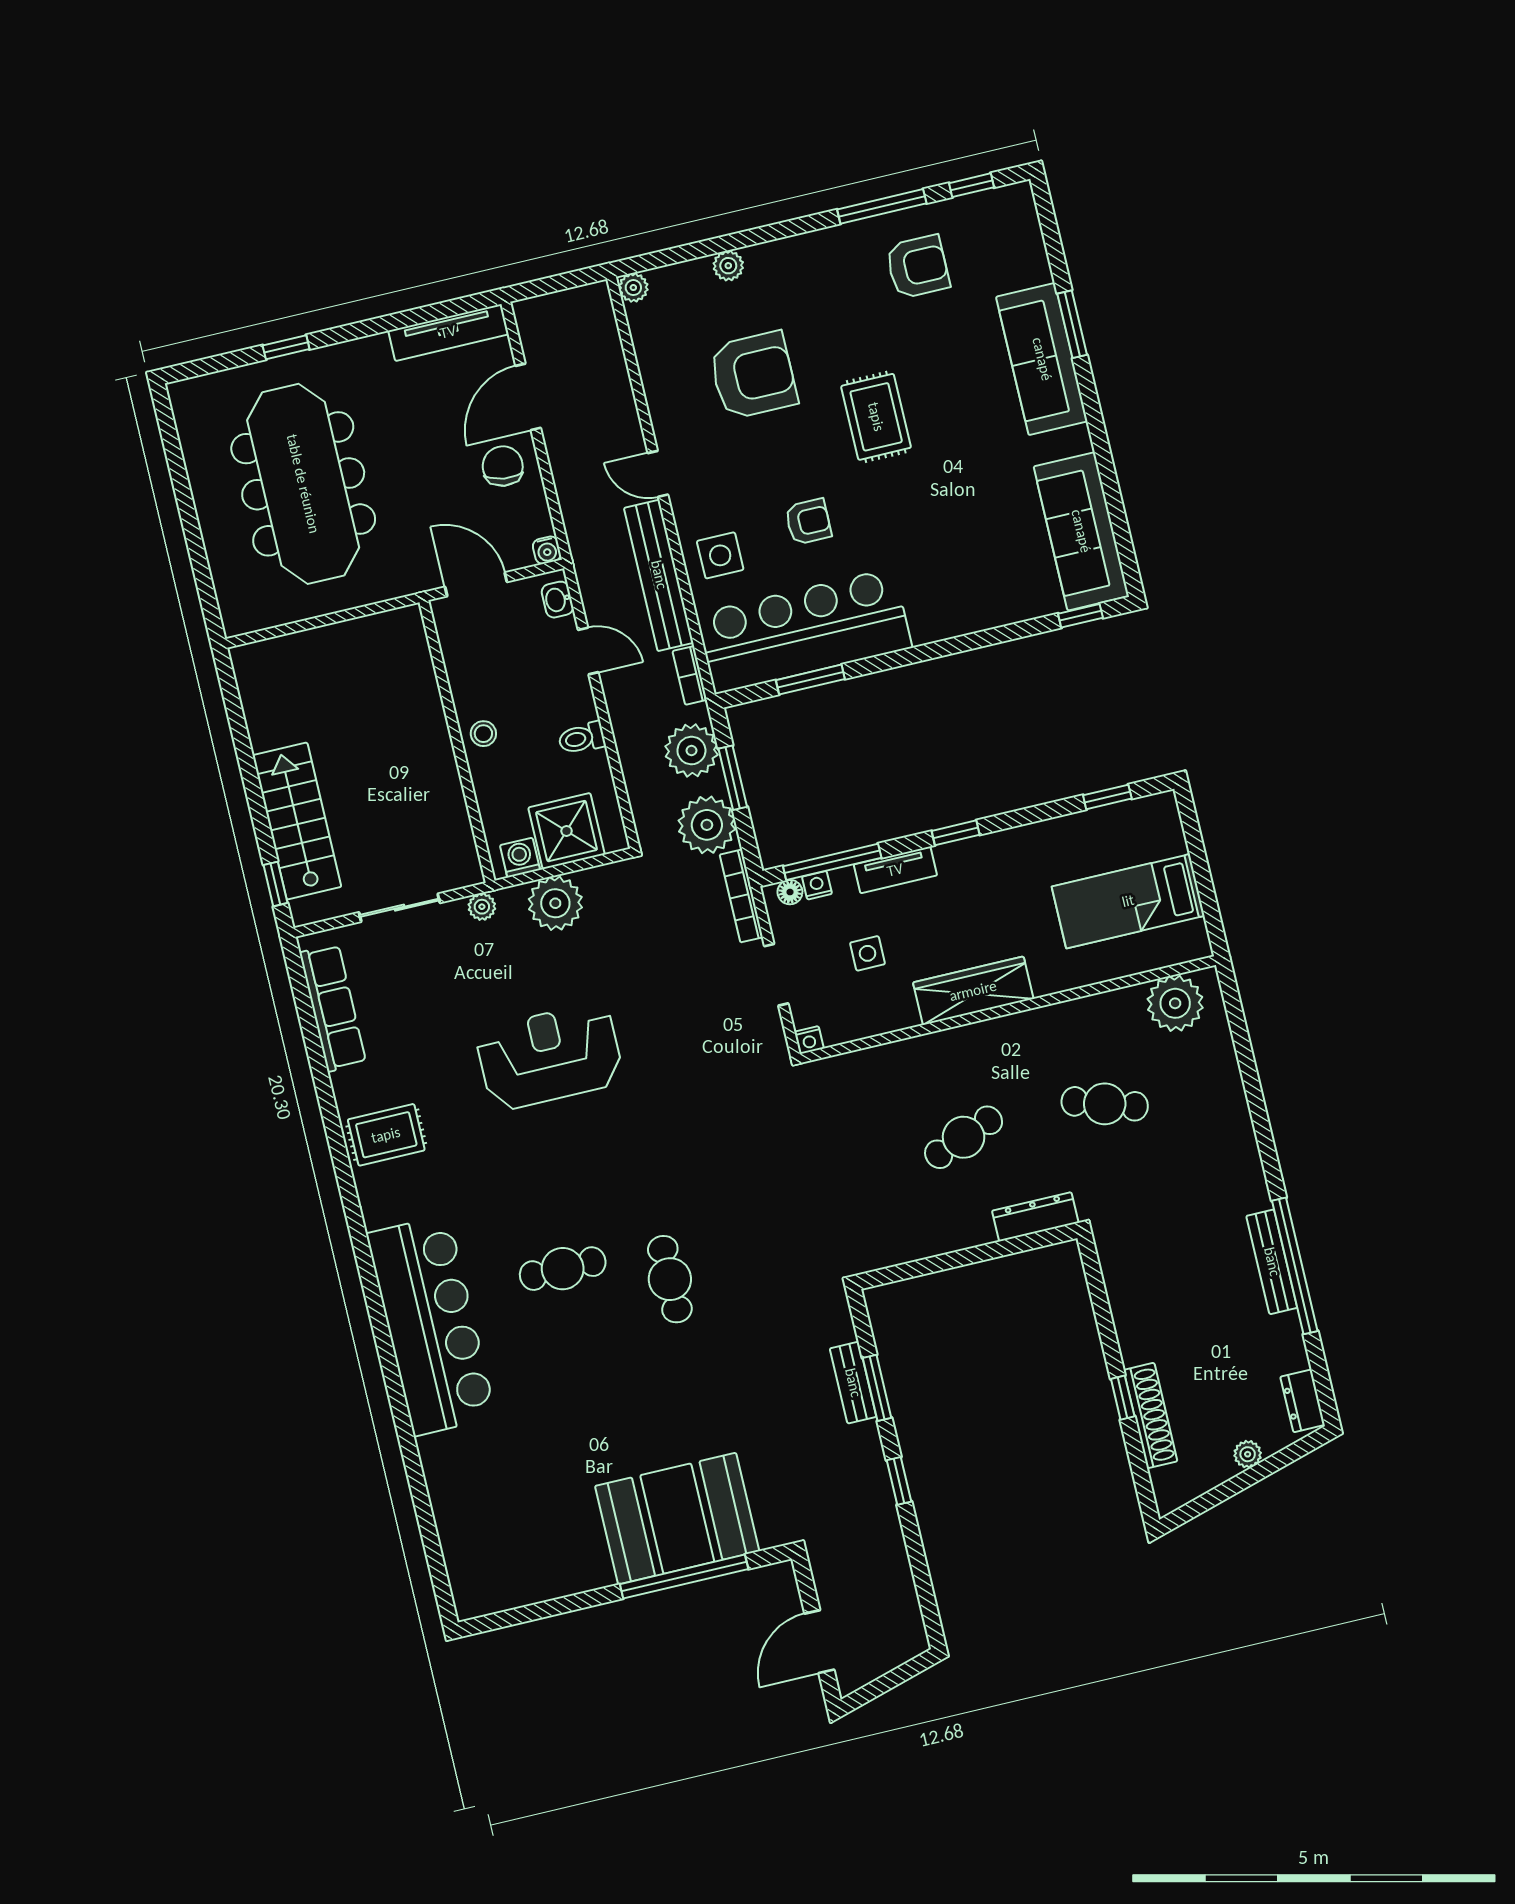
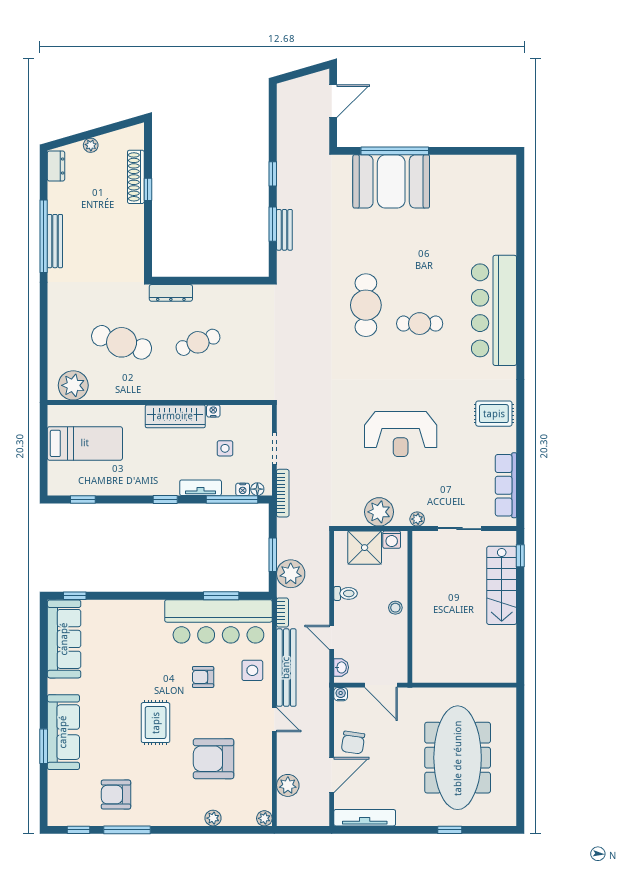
plant: (707, 825) -> (288, 785), moved, width x0.73, depth x0.73
nightstand: (809, 1040) -> (213, 411), moved
cafe table: (1105, 1104) -> (122, 342), width x1.37, depth x1.35
cafe table: (670, 1279) -> (366, 305), width x1.37, depth x1.35

